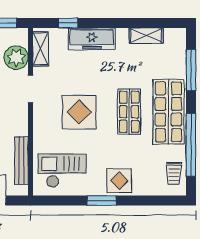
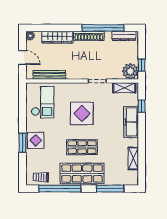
plant: (16, 58) -> (130, 71), moved
window: (102, 201) -> (22, 143), moved

